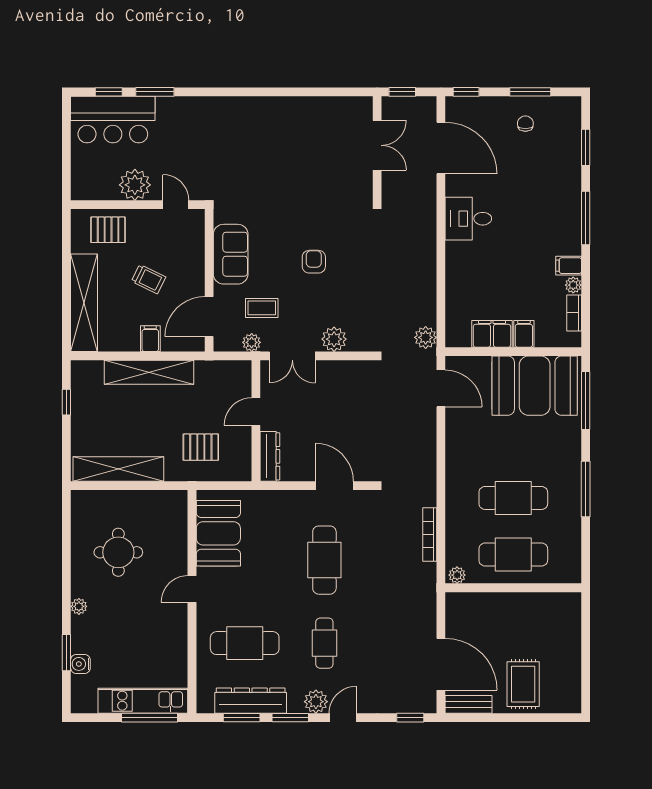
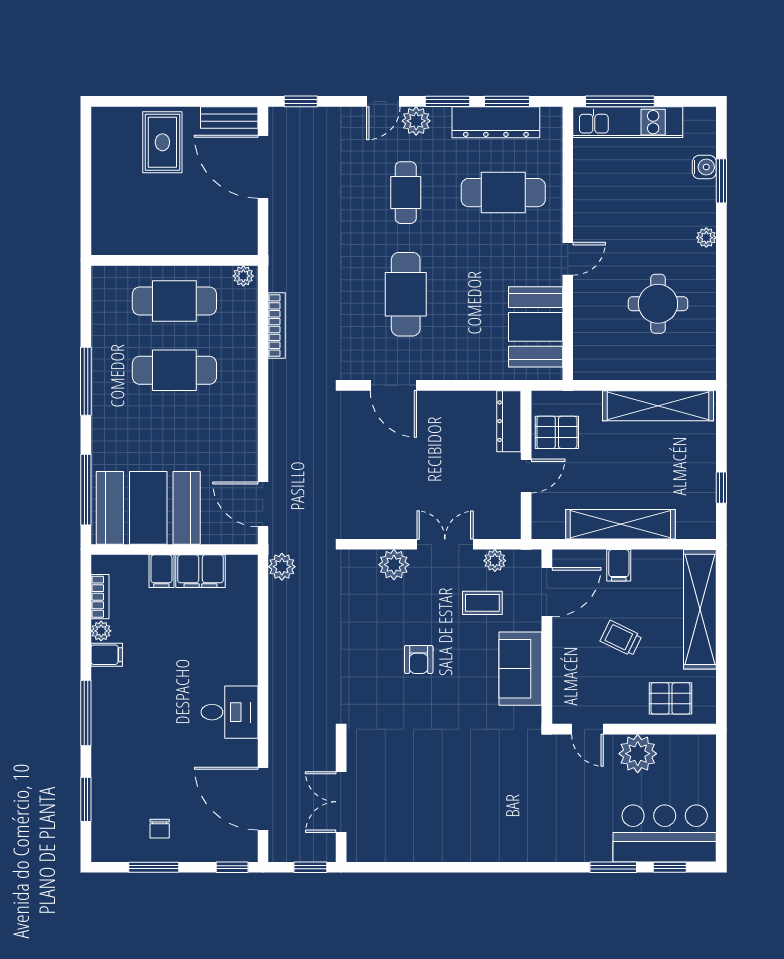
door: (256, 412) -> (526, 476), moved
wall: (256, 421) -> (526, 465), moved
dresser: (270, 456) -> (509, 421), moved

